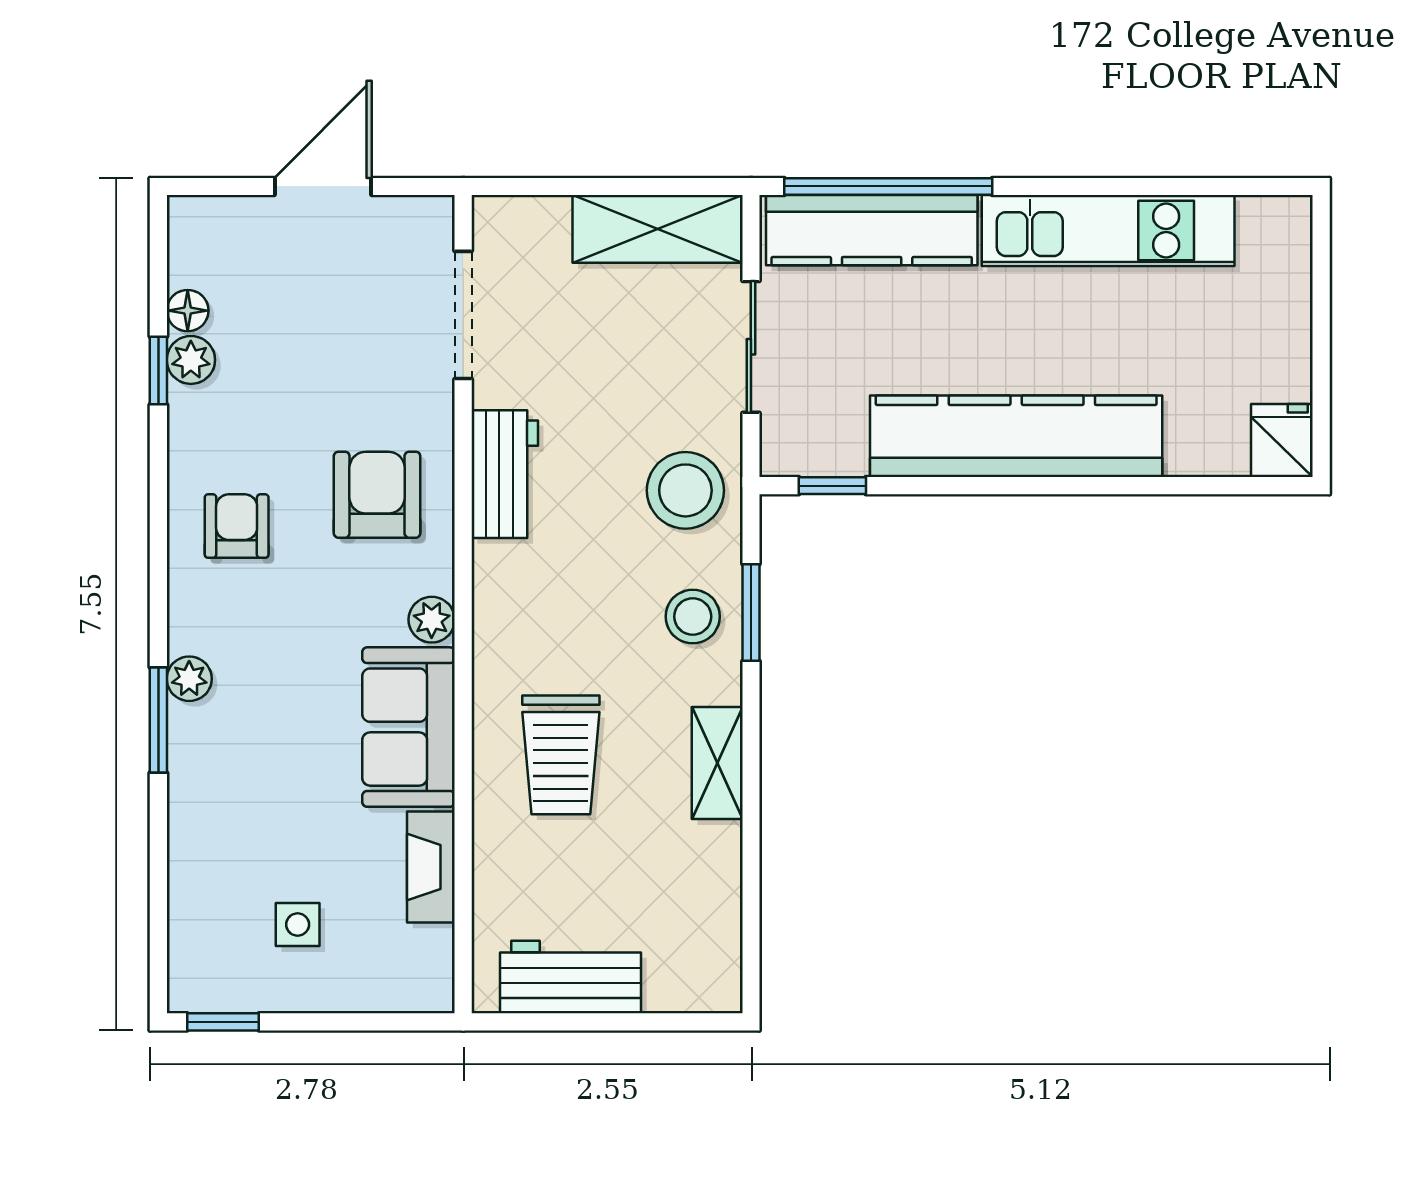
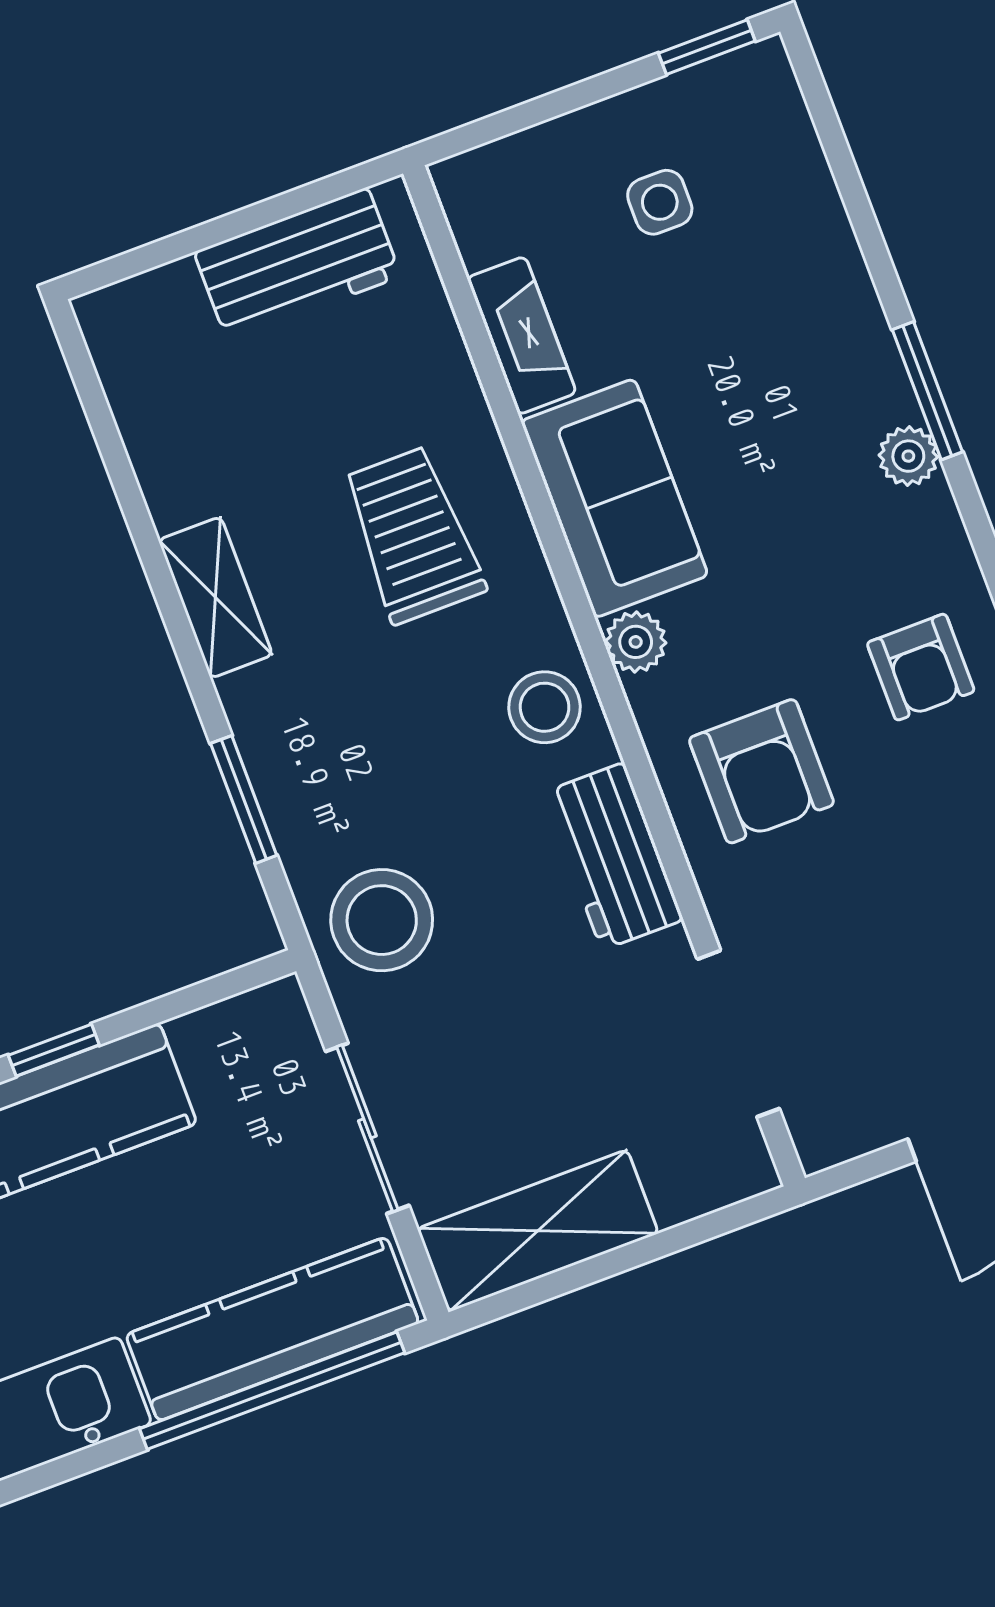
window: (832, 486) -> (54, 1050), moved
stool: (693, 617) -> (545, 707), moved

